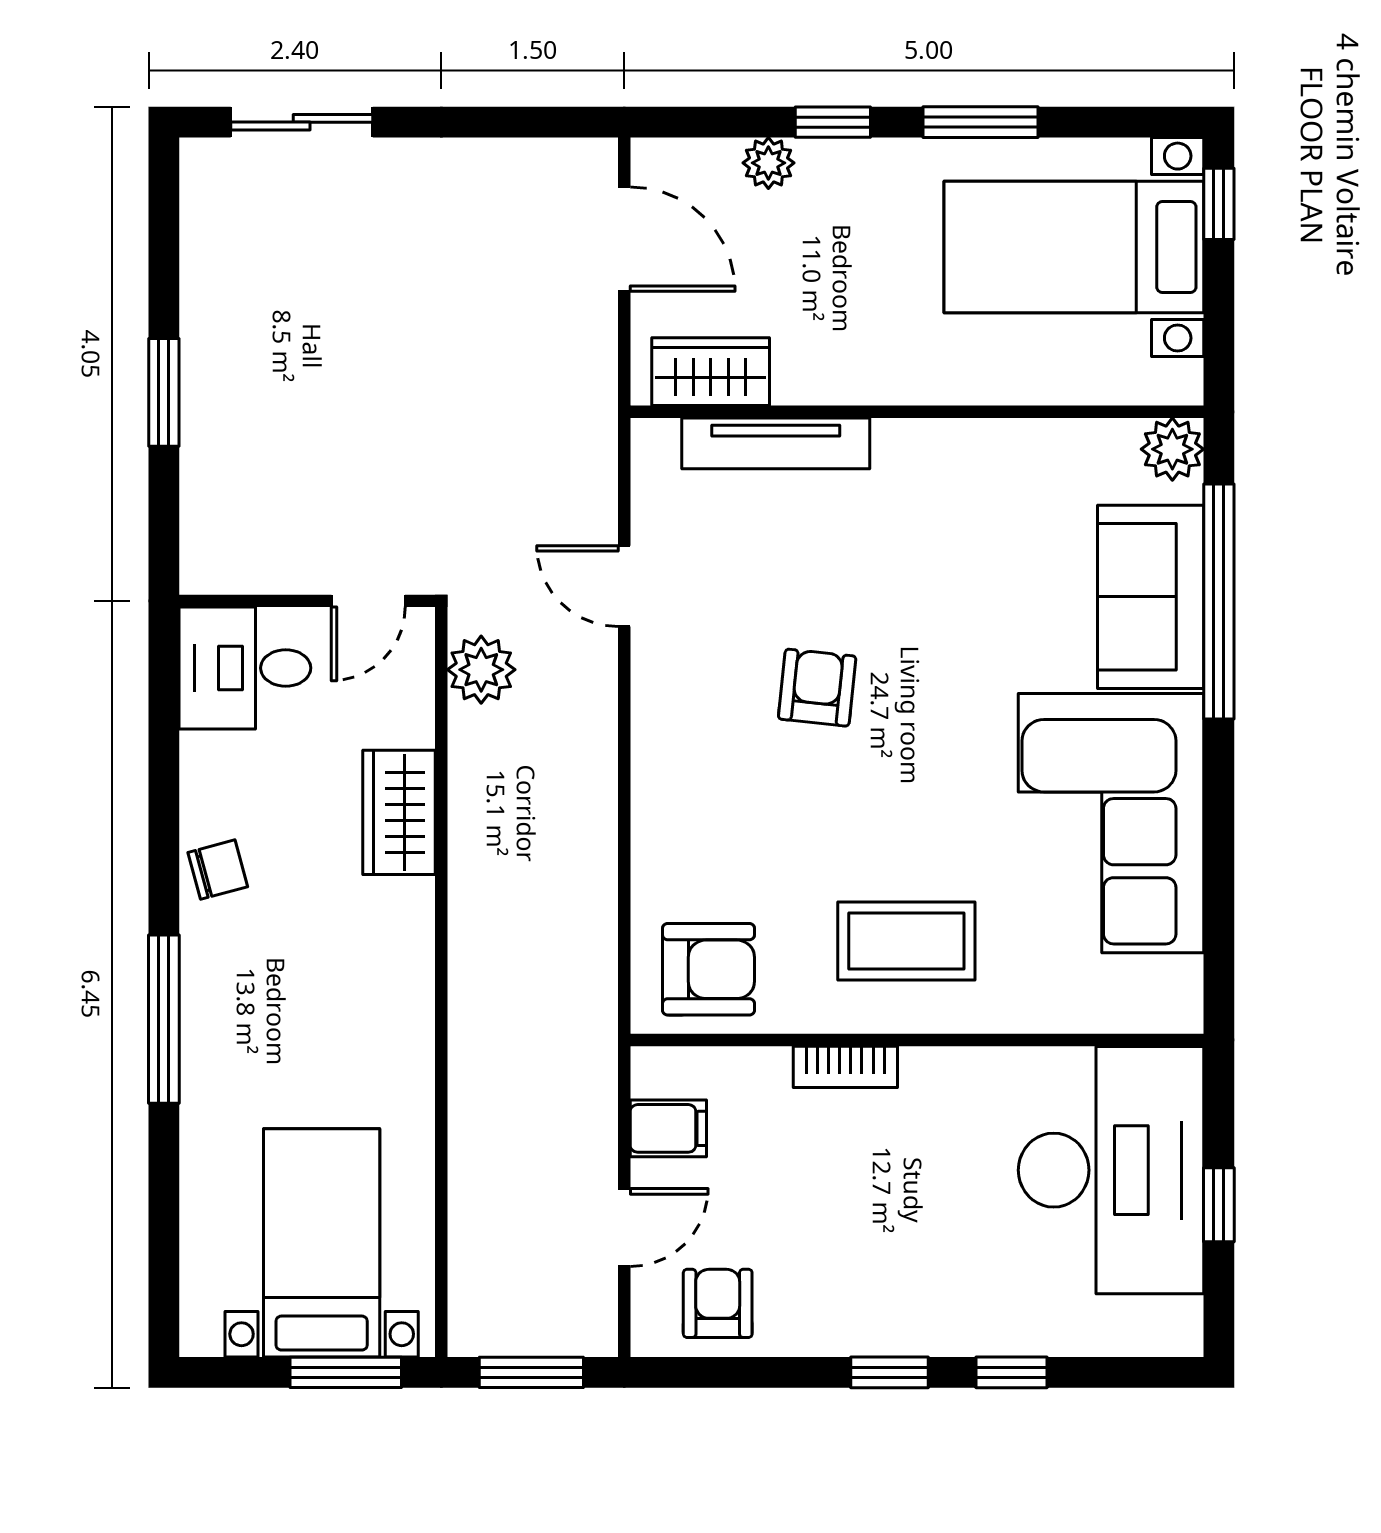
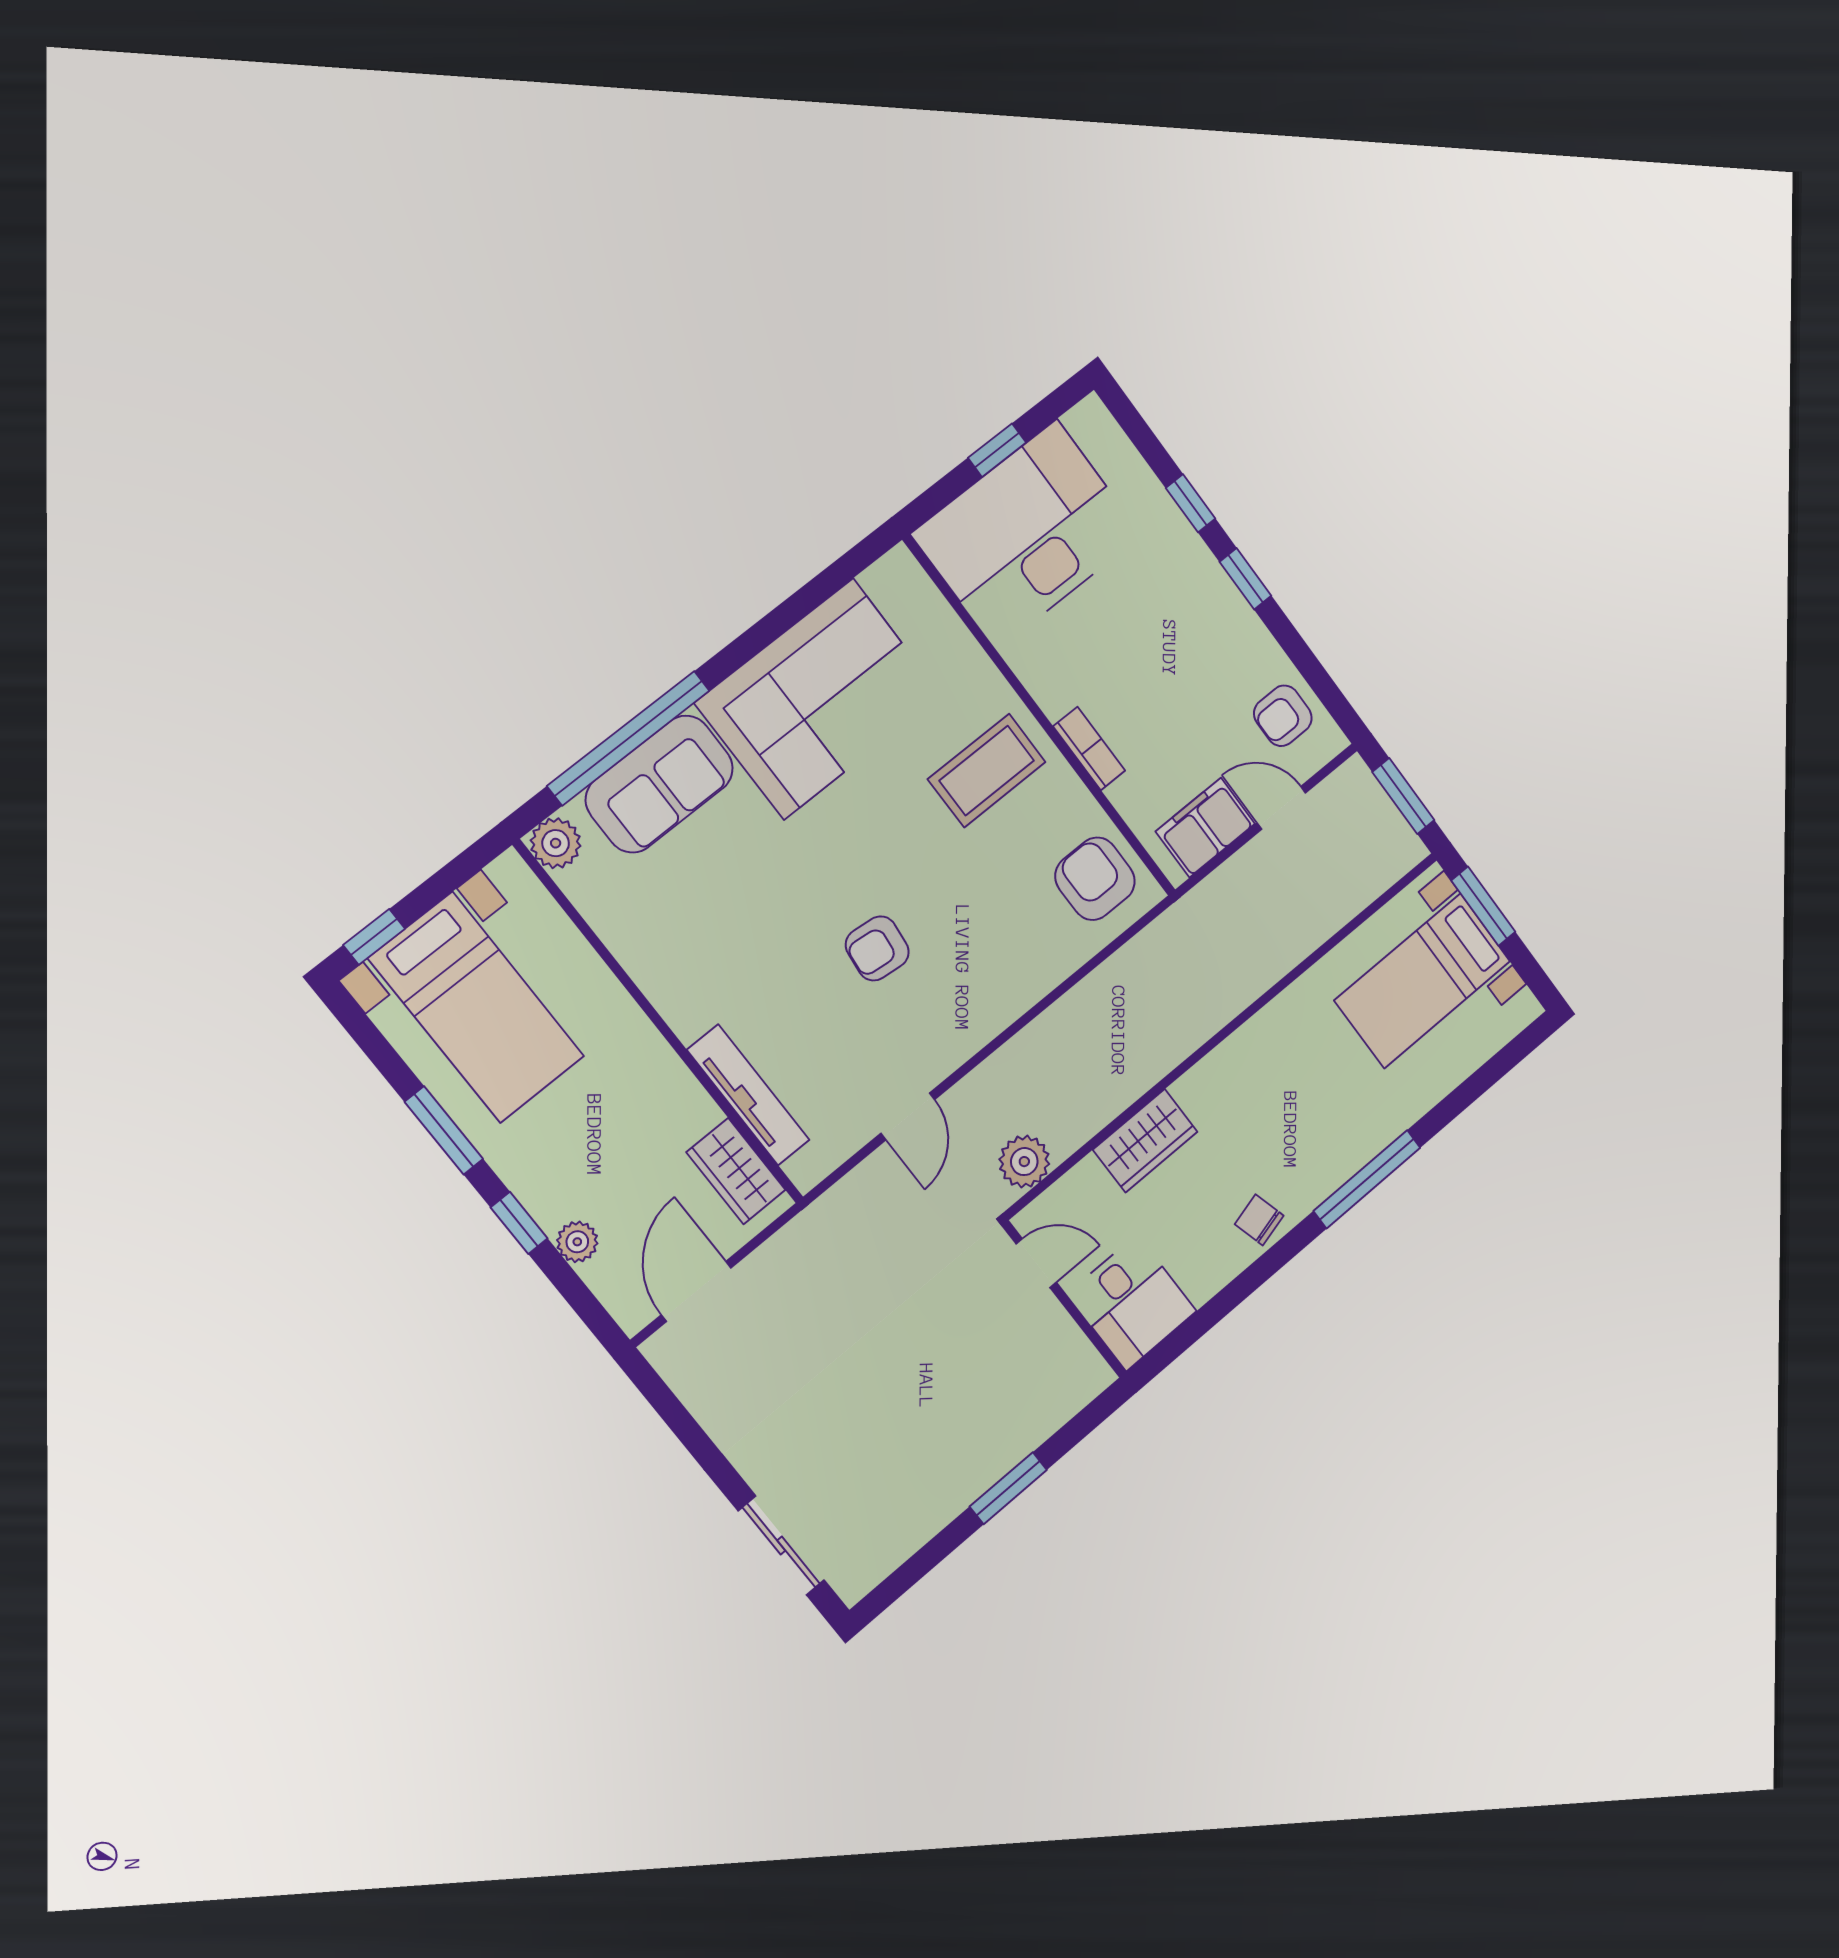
coffee table: (906, 941) -> (987, 771), turned 90
filing cabinet: (668, 1128) -> (1205, 828), width x2.00

